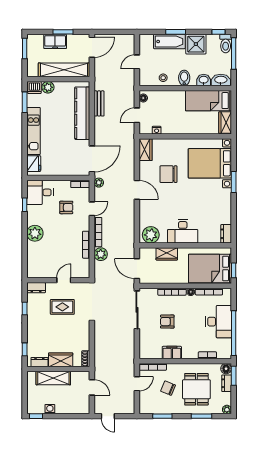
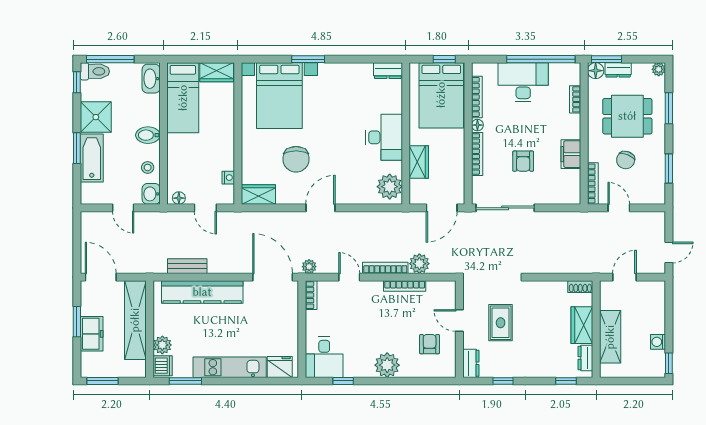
washbasin: (204, 80) -> (151, 194), moved
armchair: (66, 207) -> (430, 344), moved

